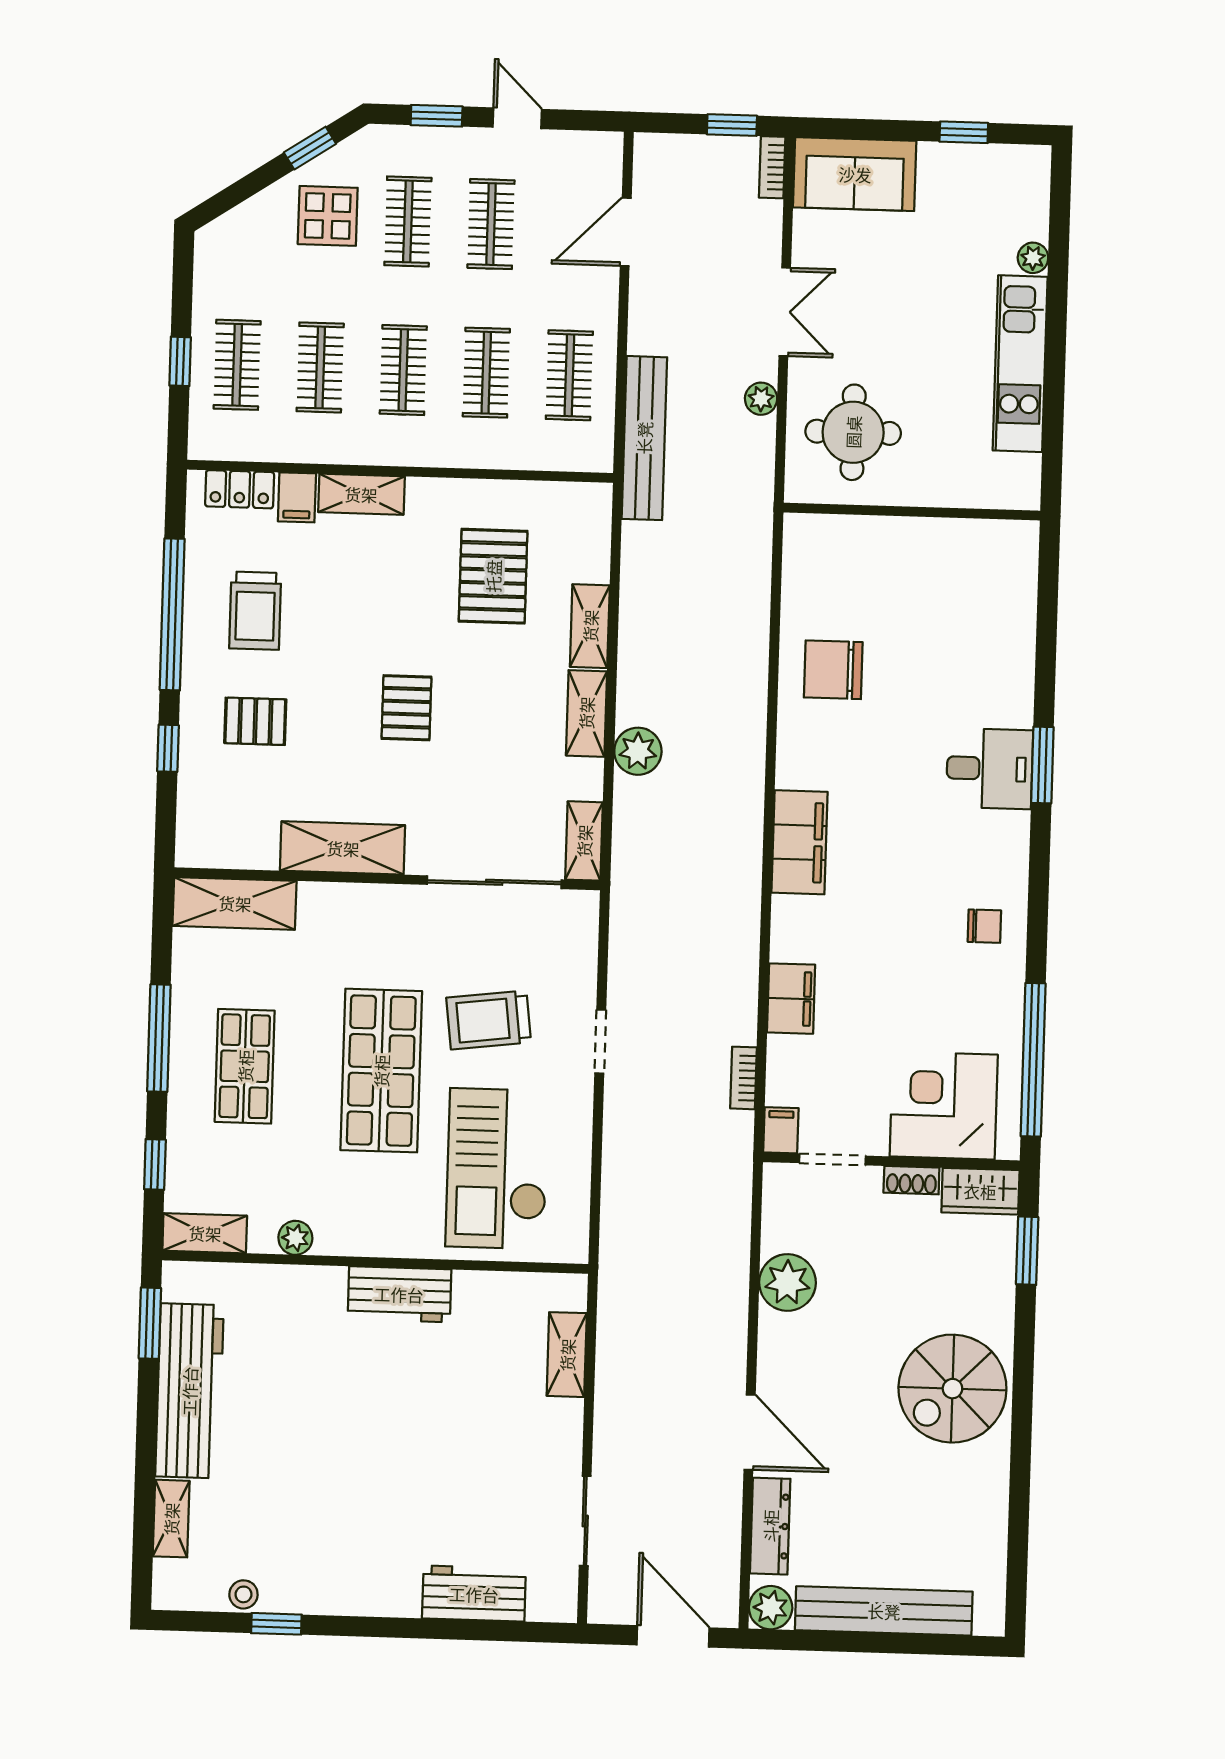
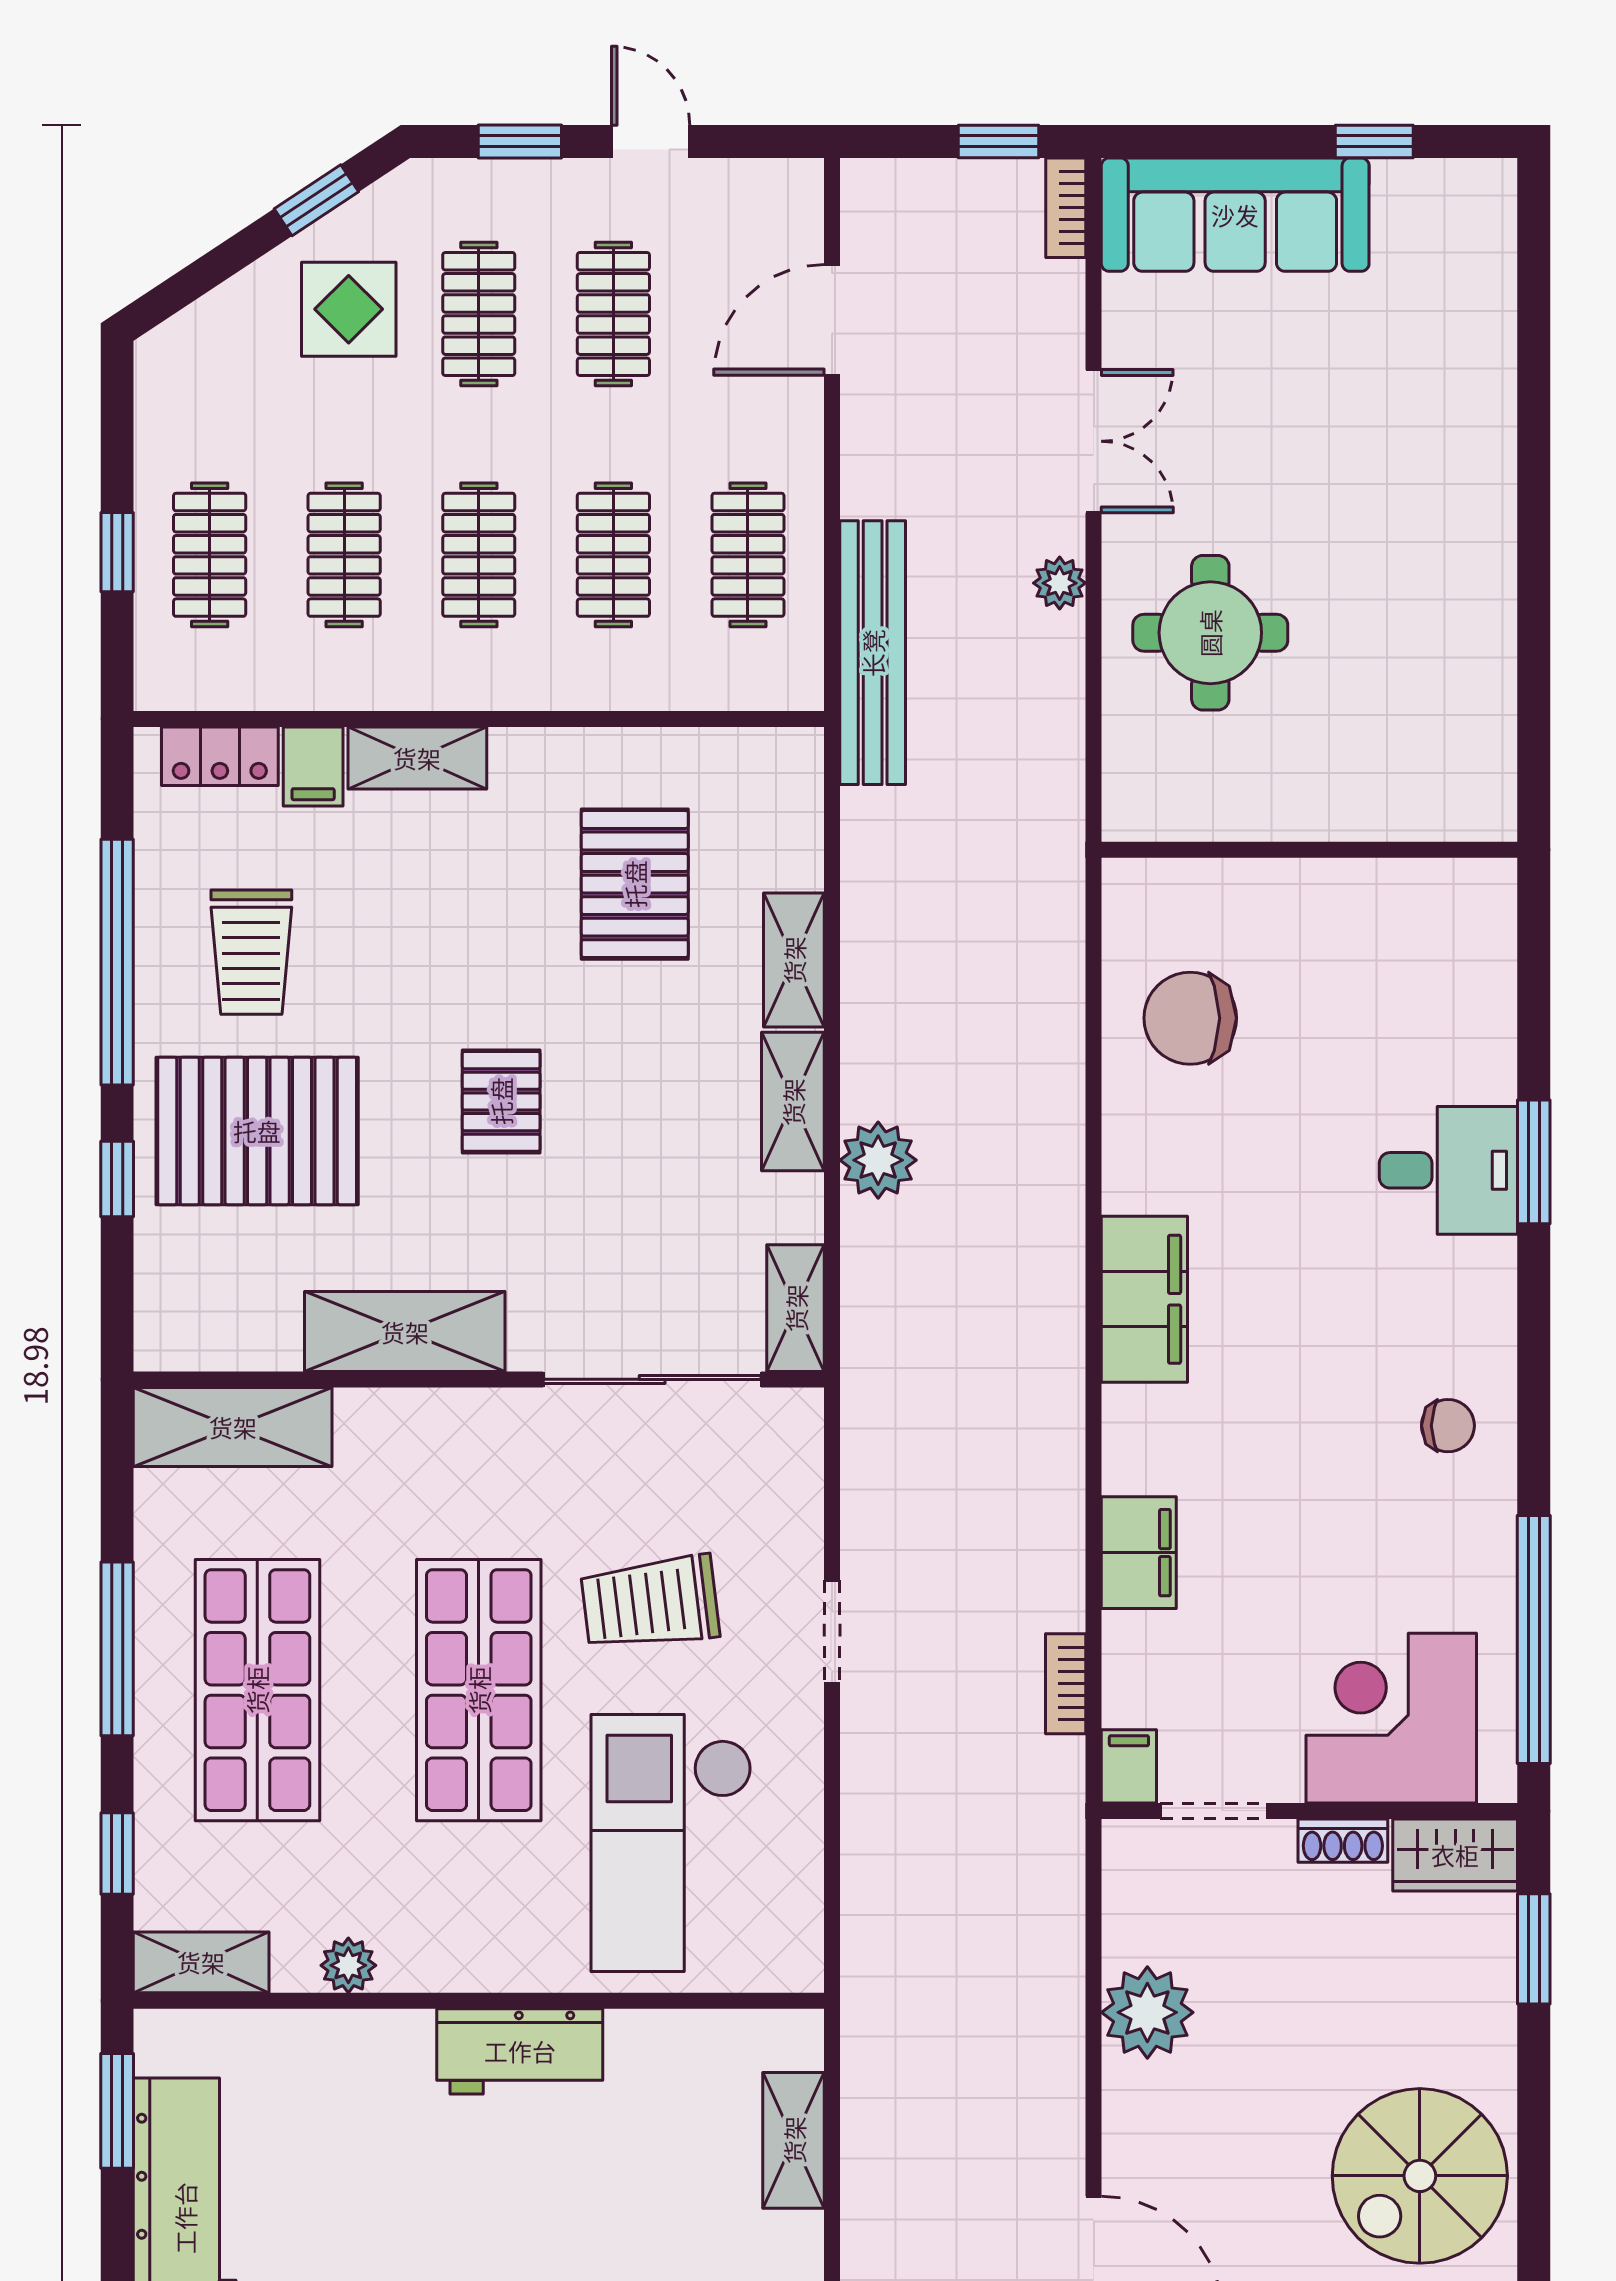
sofa: (855, 174) -> (1235, 215), width x1.36
plant: (1033, 258) -> (1493, 341), removed
kitchen unit: (1020, 364) -> (1477, 513), removed
wall: (912, 512) -> (1309, 850), moved
pallet: (255, 721) -> (257, 1131), width x2.05, depth x2.00
shop shelf: (245, 1066) -> (257, 1690), width x1.43, depth x1.36

